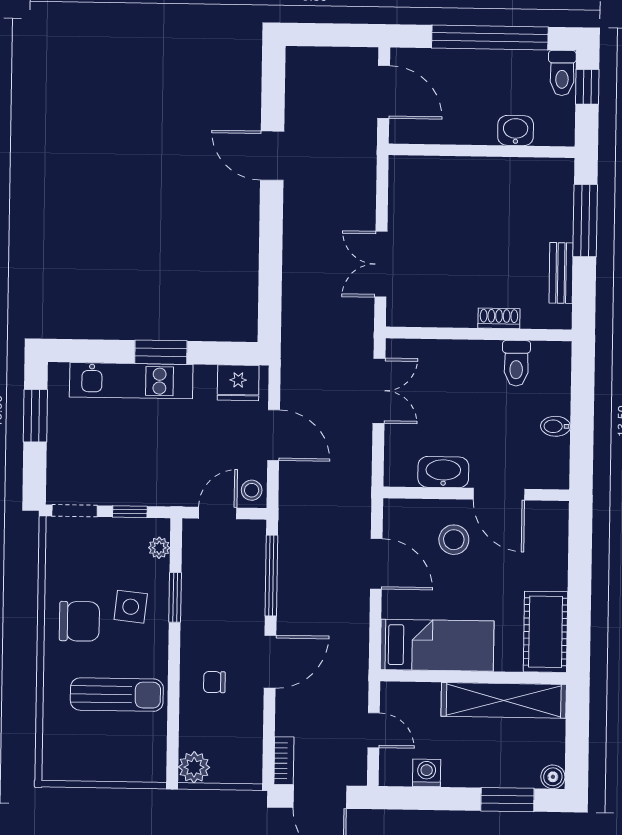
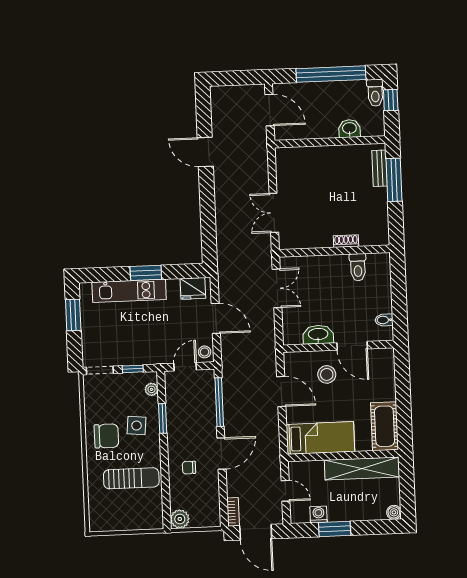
bench: (561, 273) -> (380, 168), moved
bidet: (555, 426) -> (384, 320), moved
window: (507, 800) -> (335, 529), moved

